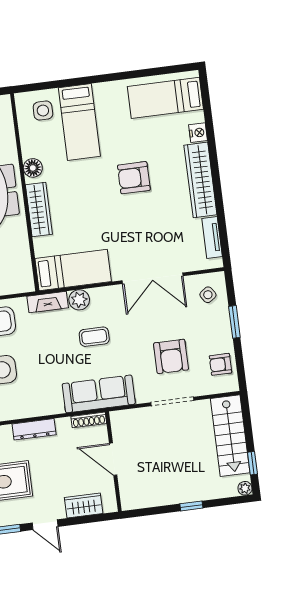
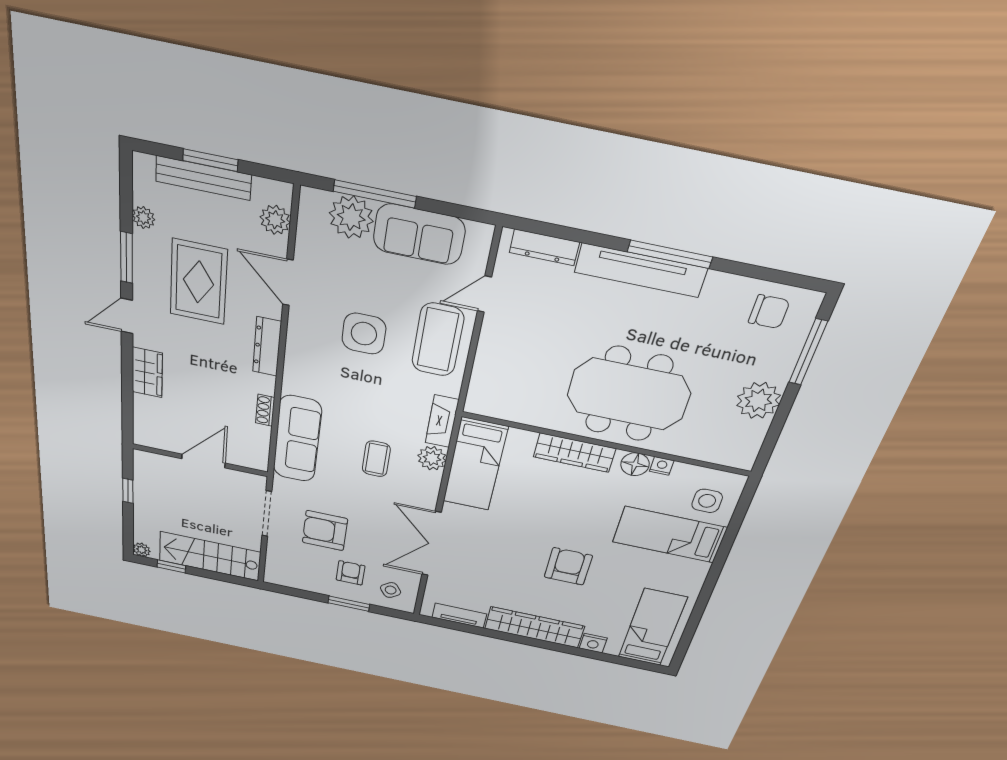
nightstand: (28, 151) -> (662, 466), added
armchair: (221, 364) -> (351, 573), moved
shoe rack: (89, 420) -> (265, 410), width x0.70
door: (113, 459) -> (203, 461), moved
wall: (113, 461) -> (200, 460), moved

